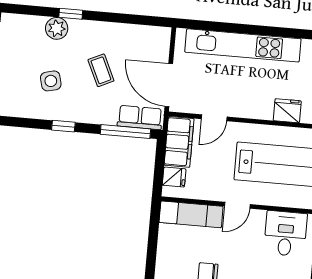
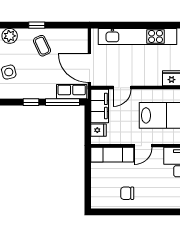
window: (71, 14) -> (37, 25), moved
coffee table: (101, 70) -> (42, 46), moved
window: (63, 126) -> (31, 102), moved

